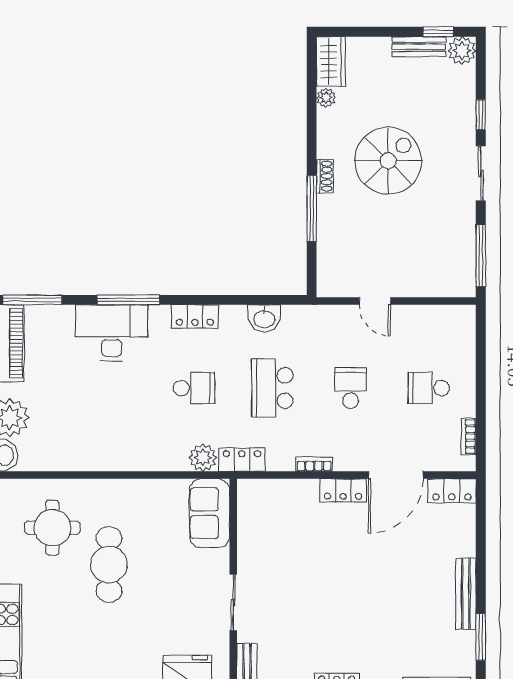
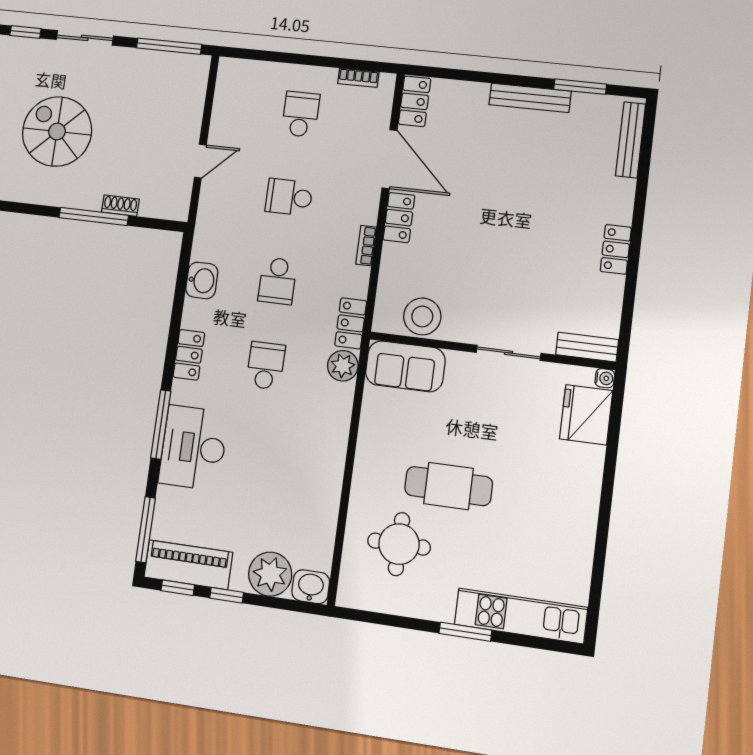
shoe rack: (325, 176) -> (120, 206), moved
school desk: (272, 388) -> (277, 281), width x0.54
school desk: (429, 388) -> (300, 114), turned 180
stool: (256, 523) -> (422, 316), added

